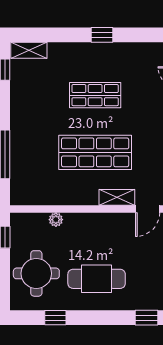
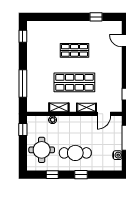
window: (102, 35) -> (96, 17), moved
shelving: (29, 50) -> (59, 107), moved
window: (146, 318) -> (81, 175), moved

